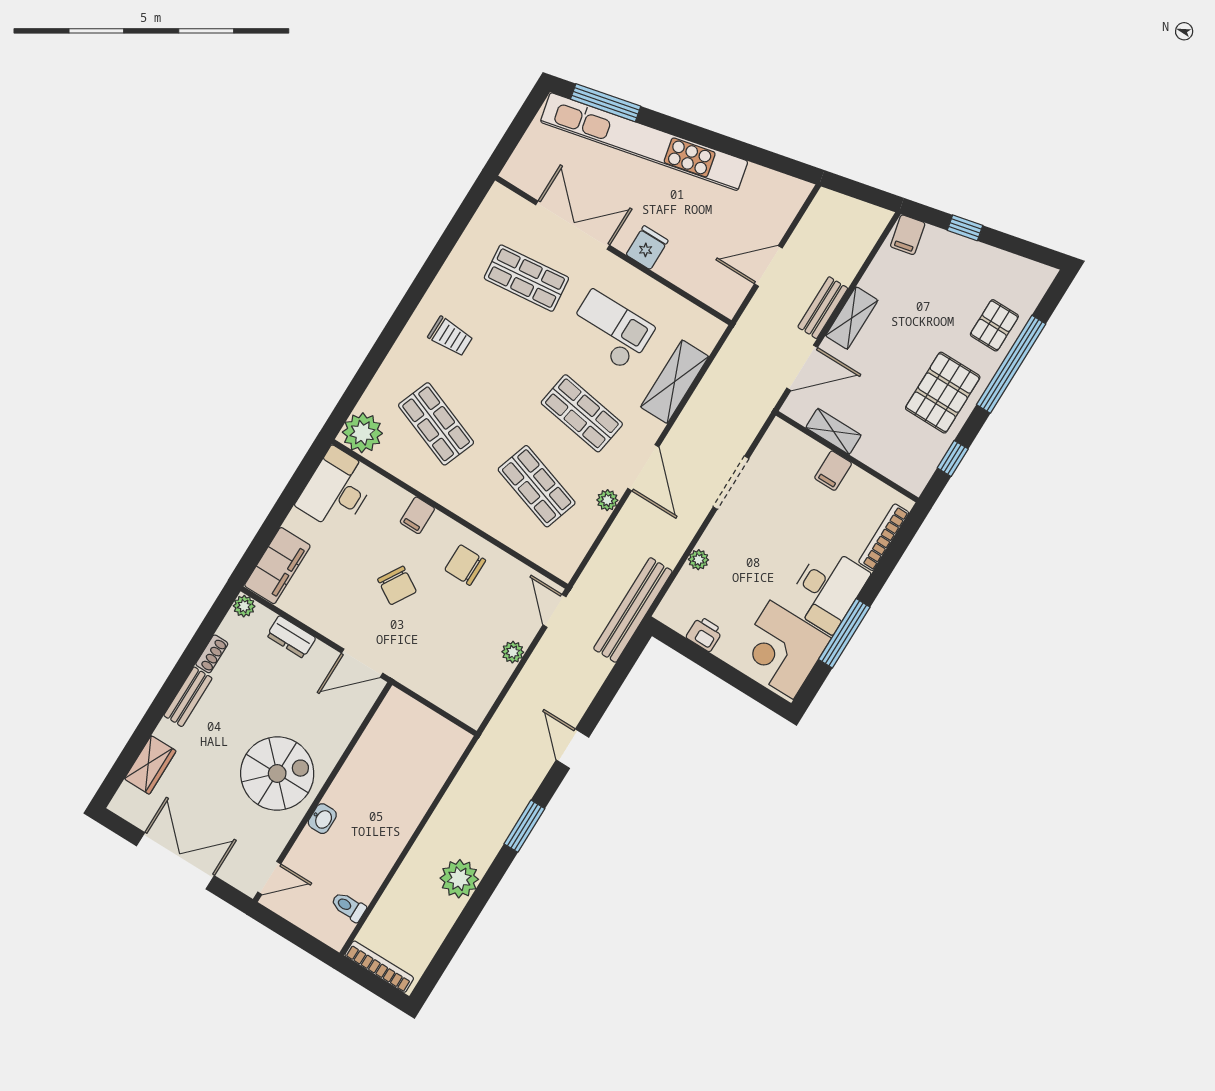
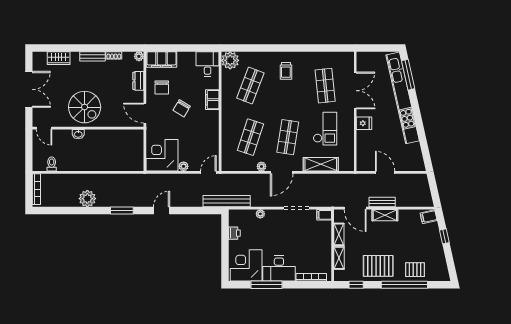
shelving: (880, 460) -> (339, 258), added
filing cabinet: (833, 471) -> (324, 215), moved
desk: (337, 490) -> (208, 64), width x0.73
filing cabinet: (417, 515) -> (212, 100), width x2.00
chair: (465, 565) -> (162, 88), moved, turned 180
corner desk: (465, 681) -> (162, 155), added

